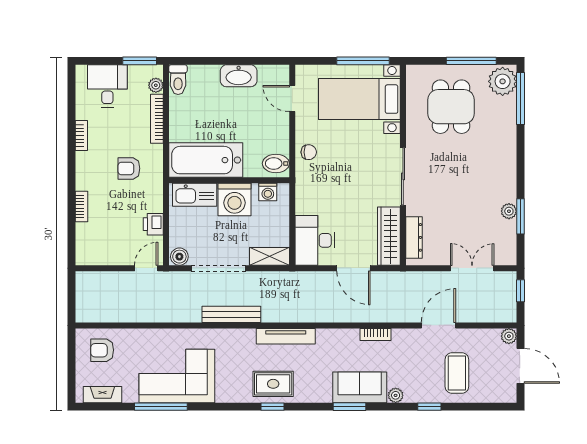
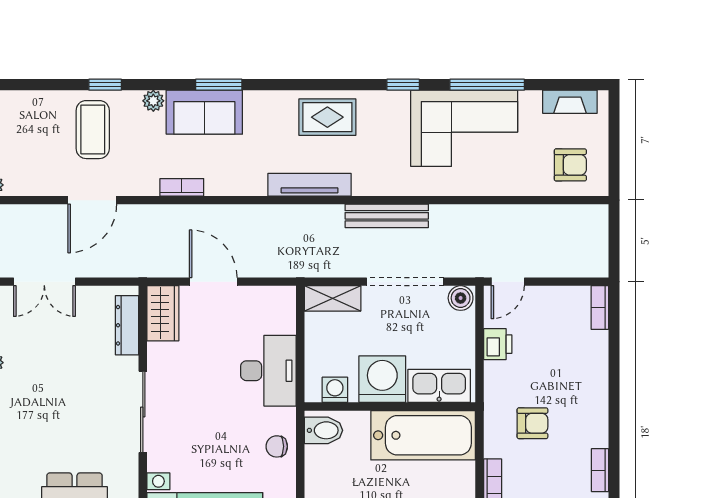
bookcase: (81, 207) -> (600, 307), moved
wardrobe: (389, 236) -> (163, 313), width x0.67
desk: (315, 240) -> (268, 371), moved
coffee table: (457, 373) -> (93, 130), moved
window: (273, 407) -> (403, 85), moved

